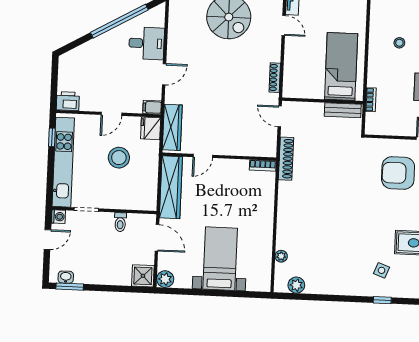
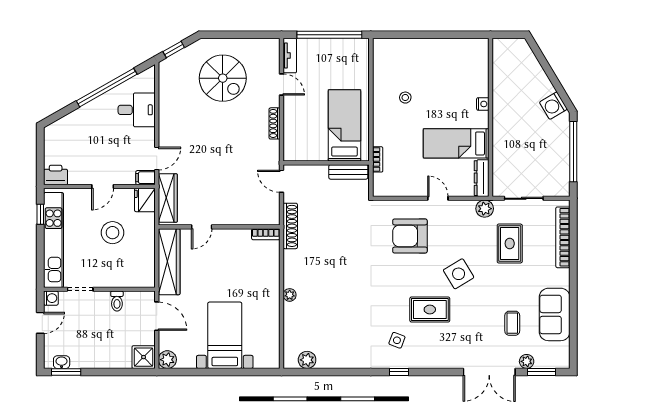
door: (164, 74) -> (157, 159), moved
shoe rack: (275, 78) -> (274, 123), moved
plant: (281, 256) -> (290, 295), moved

